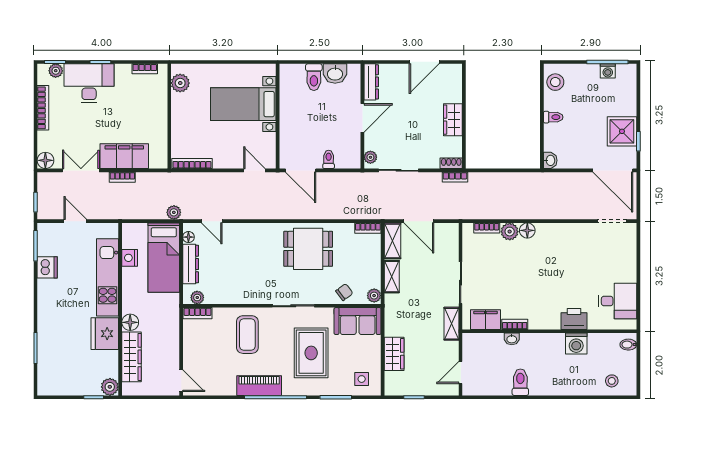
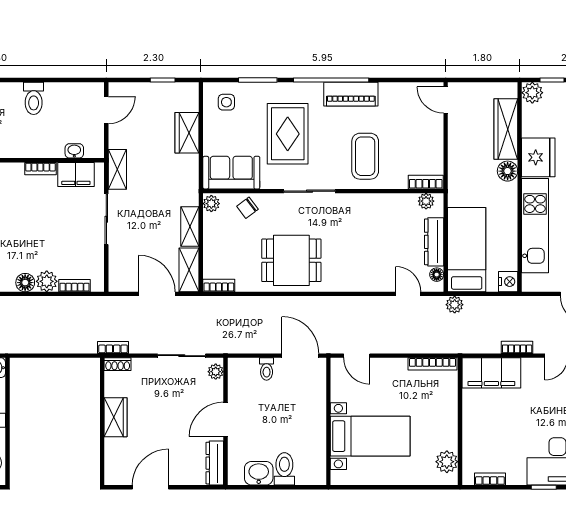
filing cabinet: (124, 156) -> (491, 373), moved
nightstand: (130, 258) -> (508, 282), moved
washbasin: (512, 339) -> (74, 151), moved

